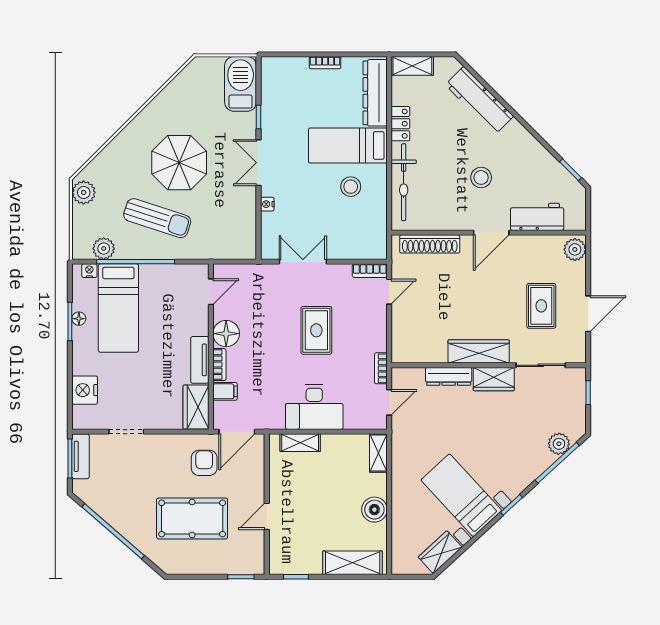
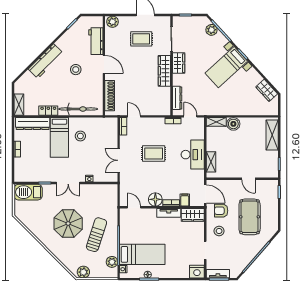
workbench: (479, 100) -> (46, 61), moved
dresser: (449, 376) -> (177, 98), moved
nightstand: (85, 390) -> (197, 272), moved
stool: (164, 459) -> (219, 231), added
bed with nightstands: (461, 495) -> (226, 67), moved
boiler: (374, 510) -> (233, 124), moved

